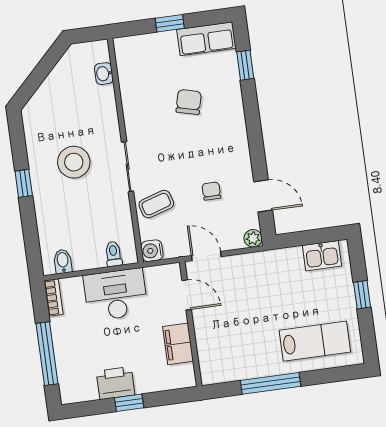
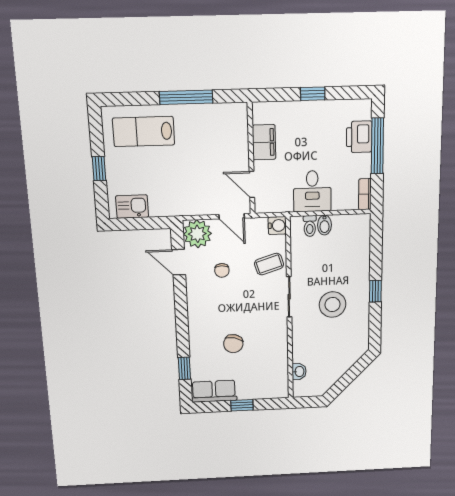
plant: (253, 238) -> (197, 234), width x1.87, depth x1.87
bidet: (63, 261) -> (324, 225), moved
desk: (116, 295) -> (312, 191), width x0.73
printer: (116, 383) -> (359, 137), moved, turned 90

